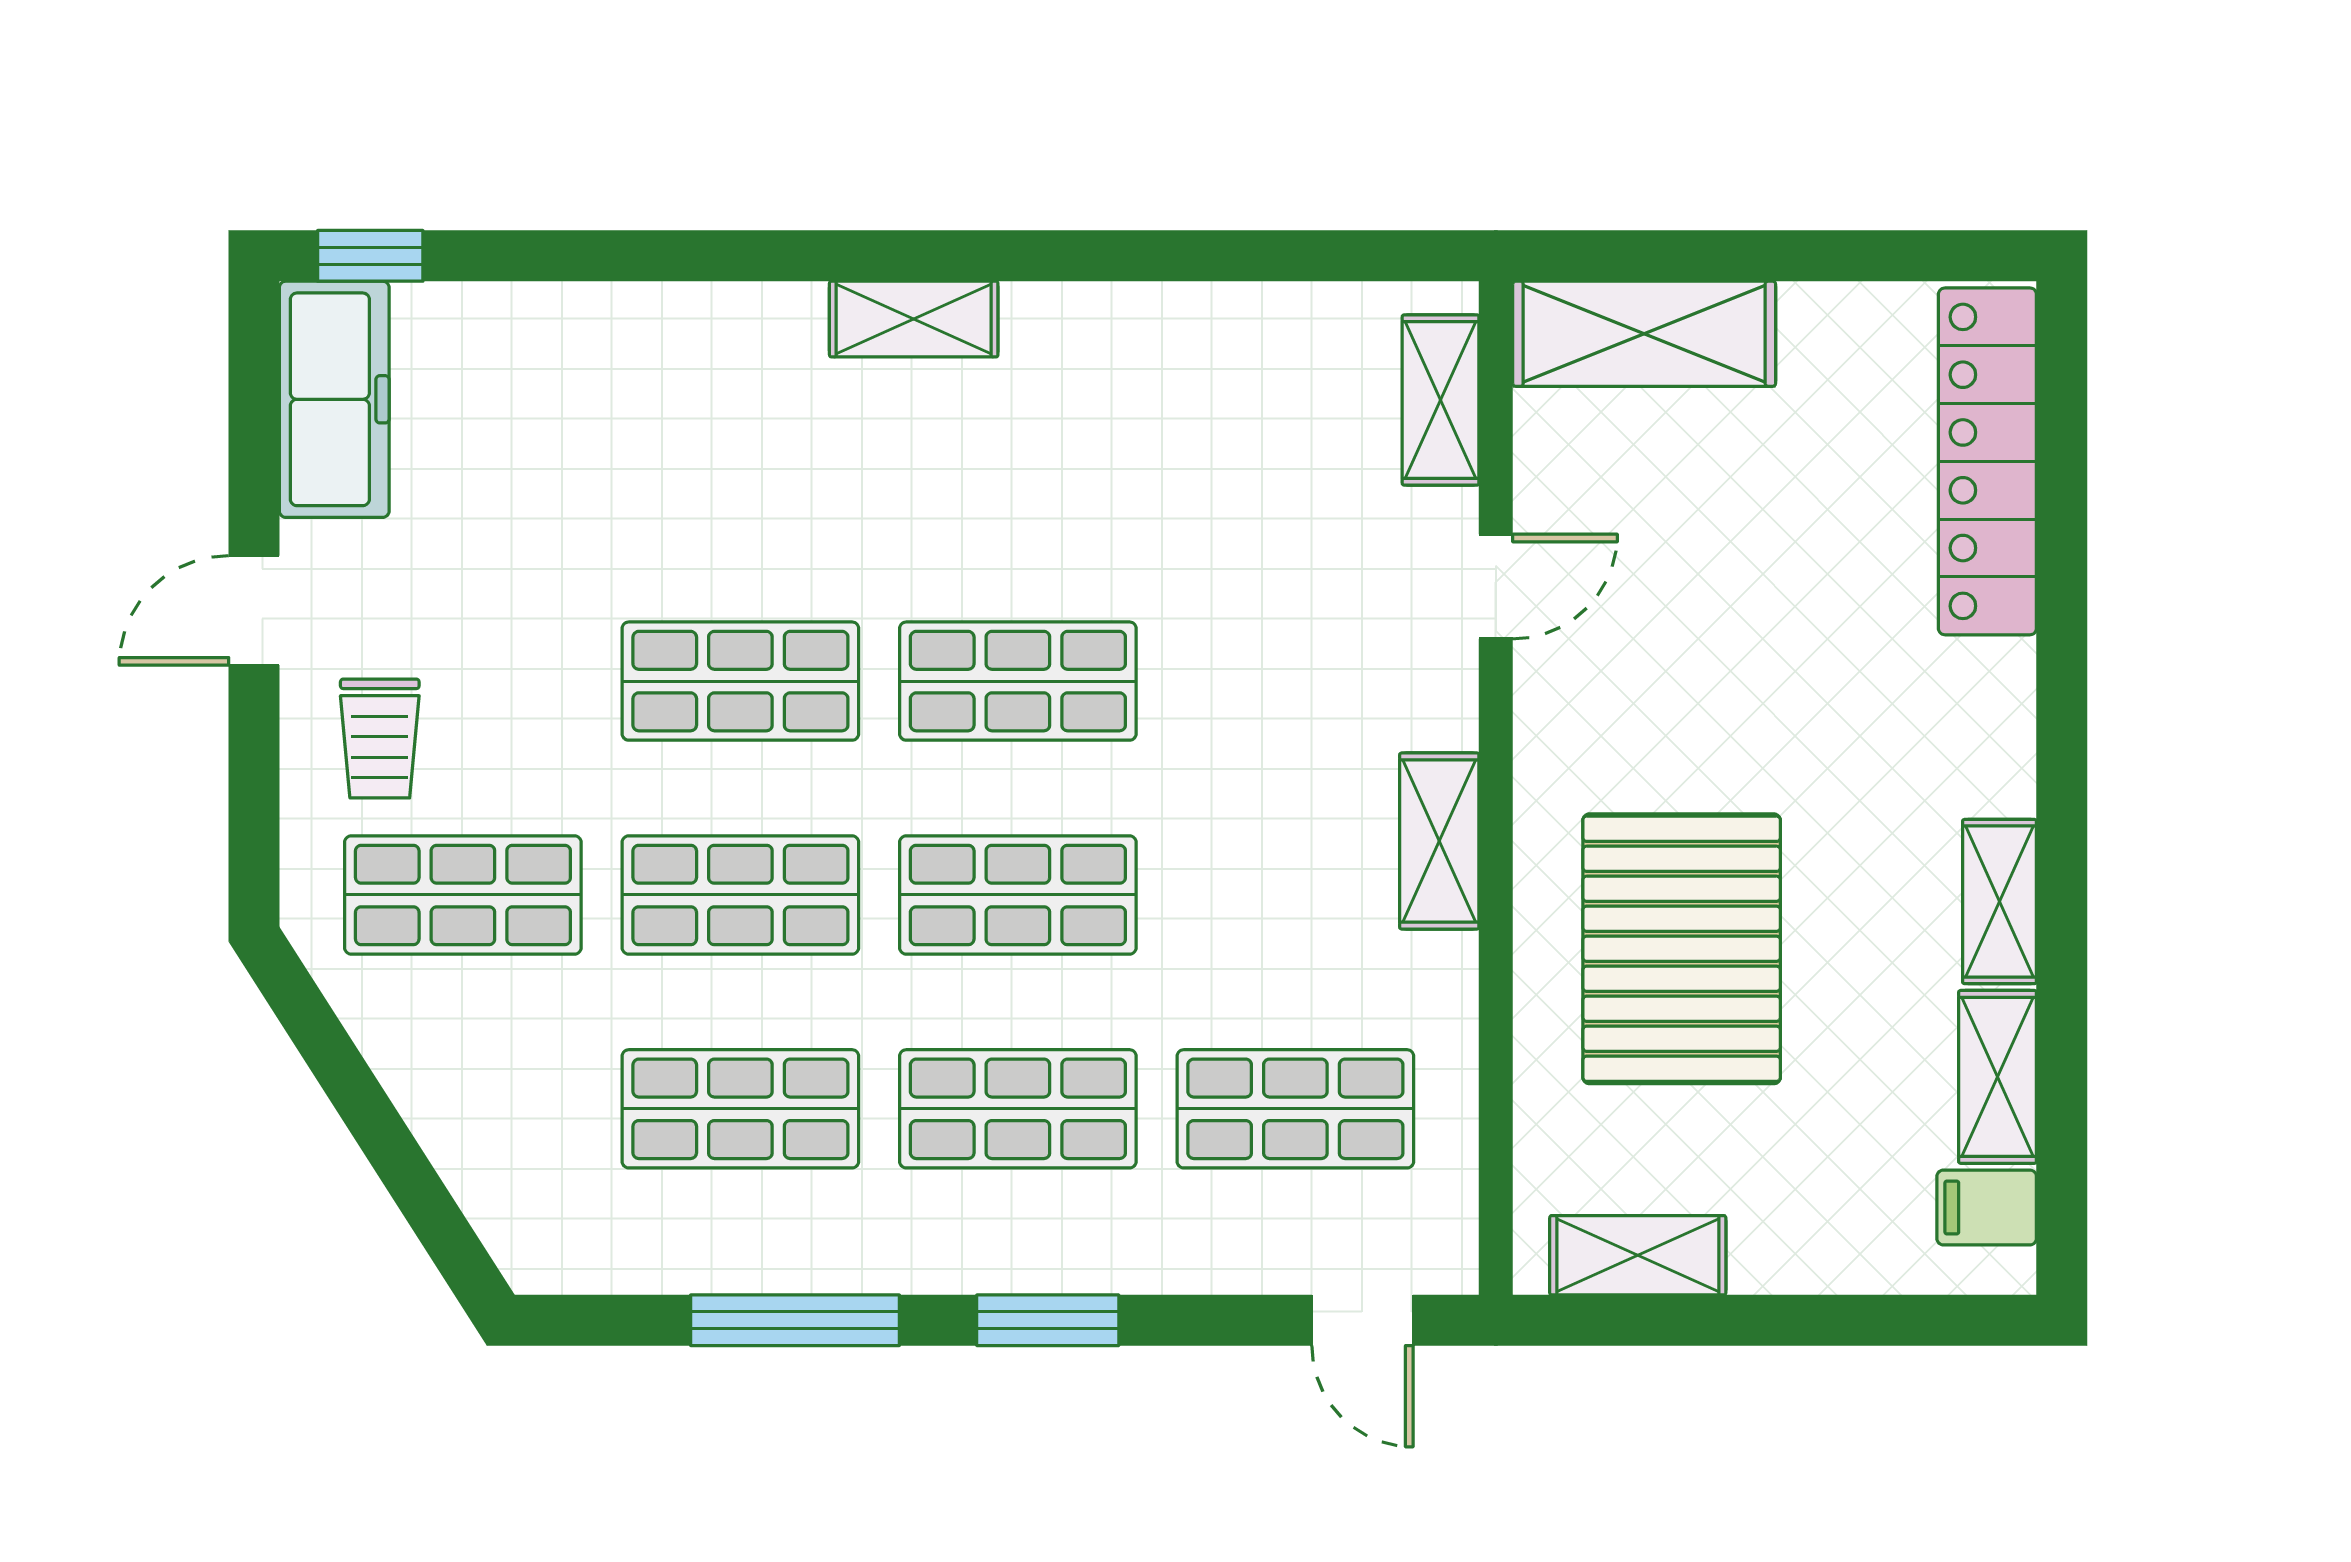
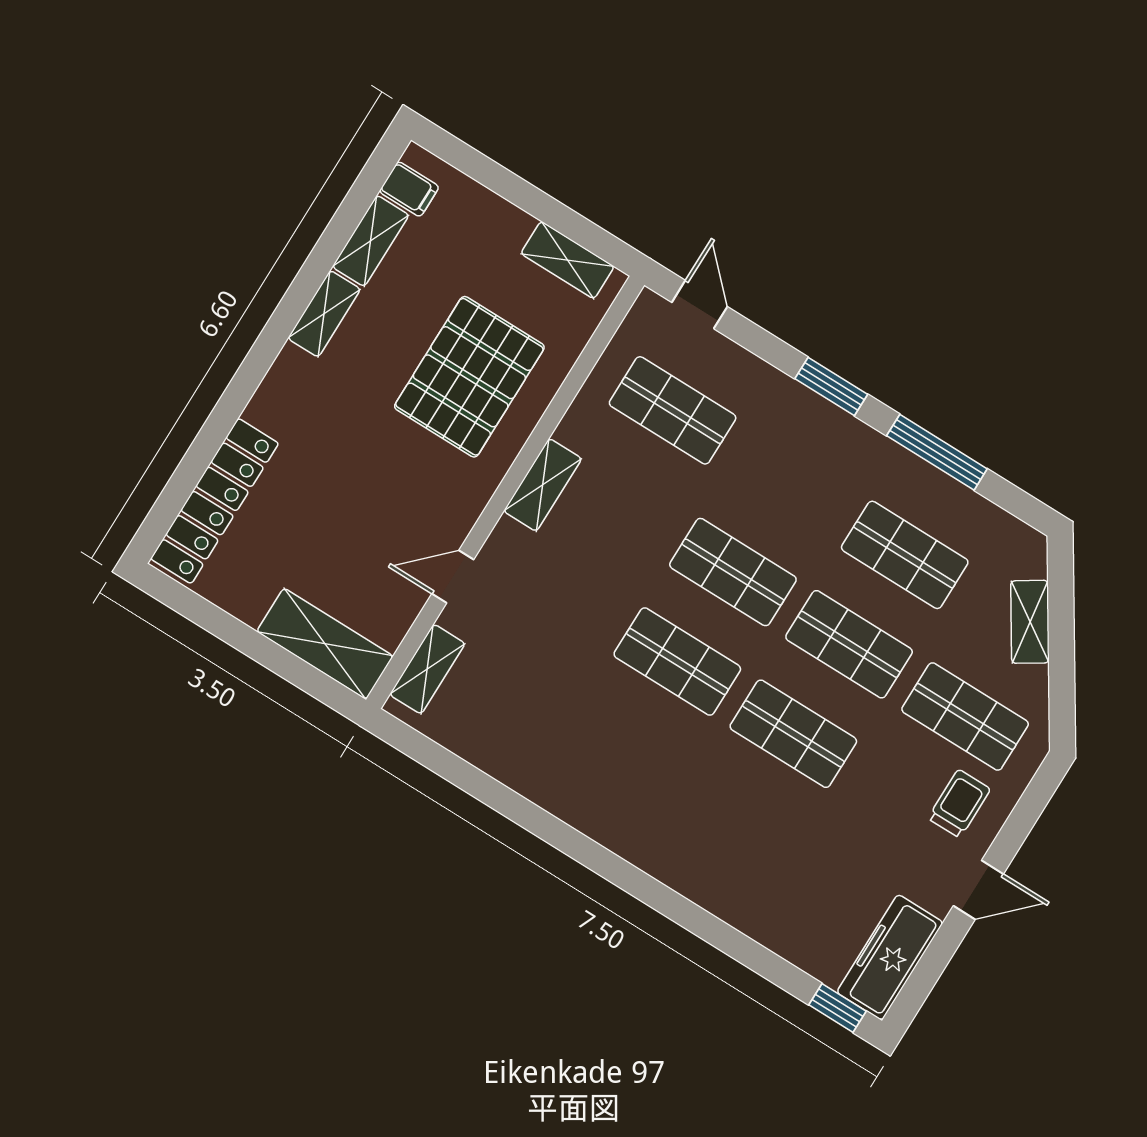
shelving: (914, 319) -> (1030, 622), moved, turned 57
shop shelf: (1018, 1109) -> (789, 483), removed

